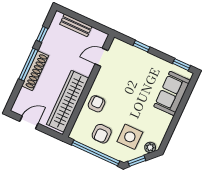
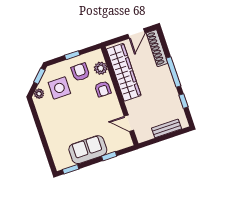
door: (101, 57) -> (129, 123), swing flipped
shoe rack: (35, 71) -> (157, 48), moved
sofa: (172, 93) -> (88, 150), moved, turned -90
plant: (83, 122) -> (101, 68), added
window: (96, 153) -> (72, 55), width x0.32

